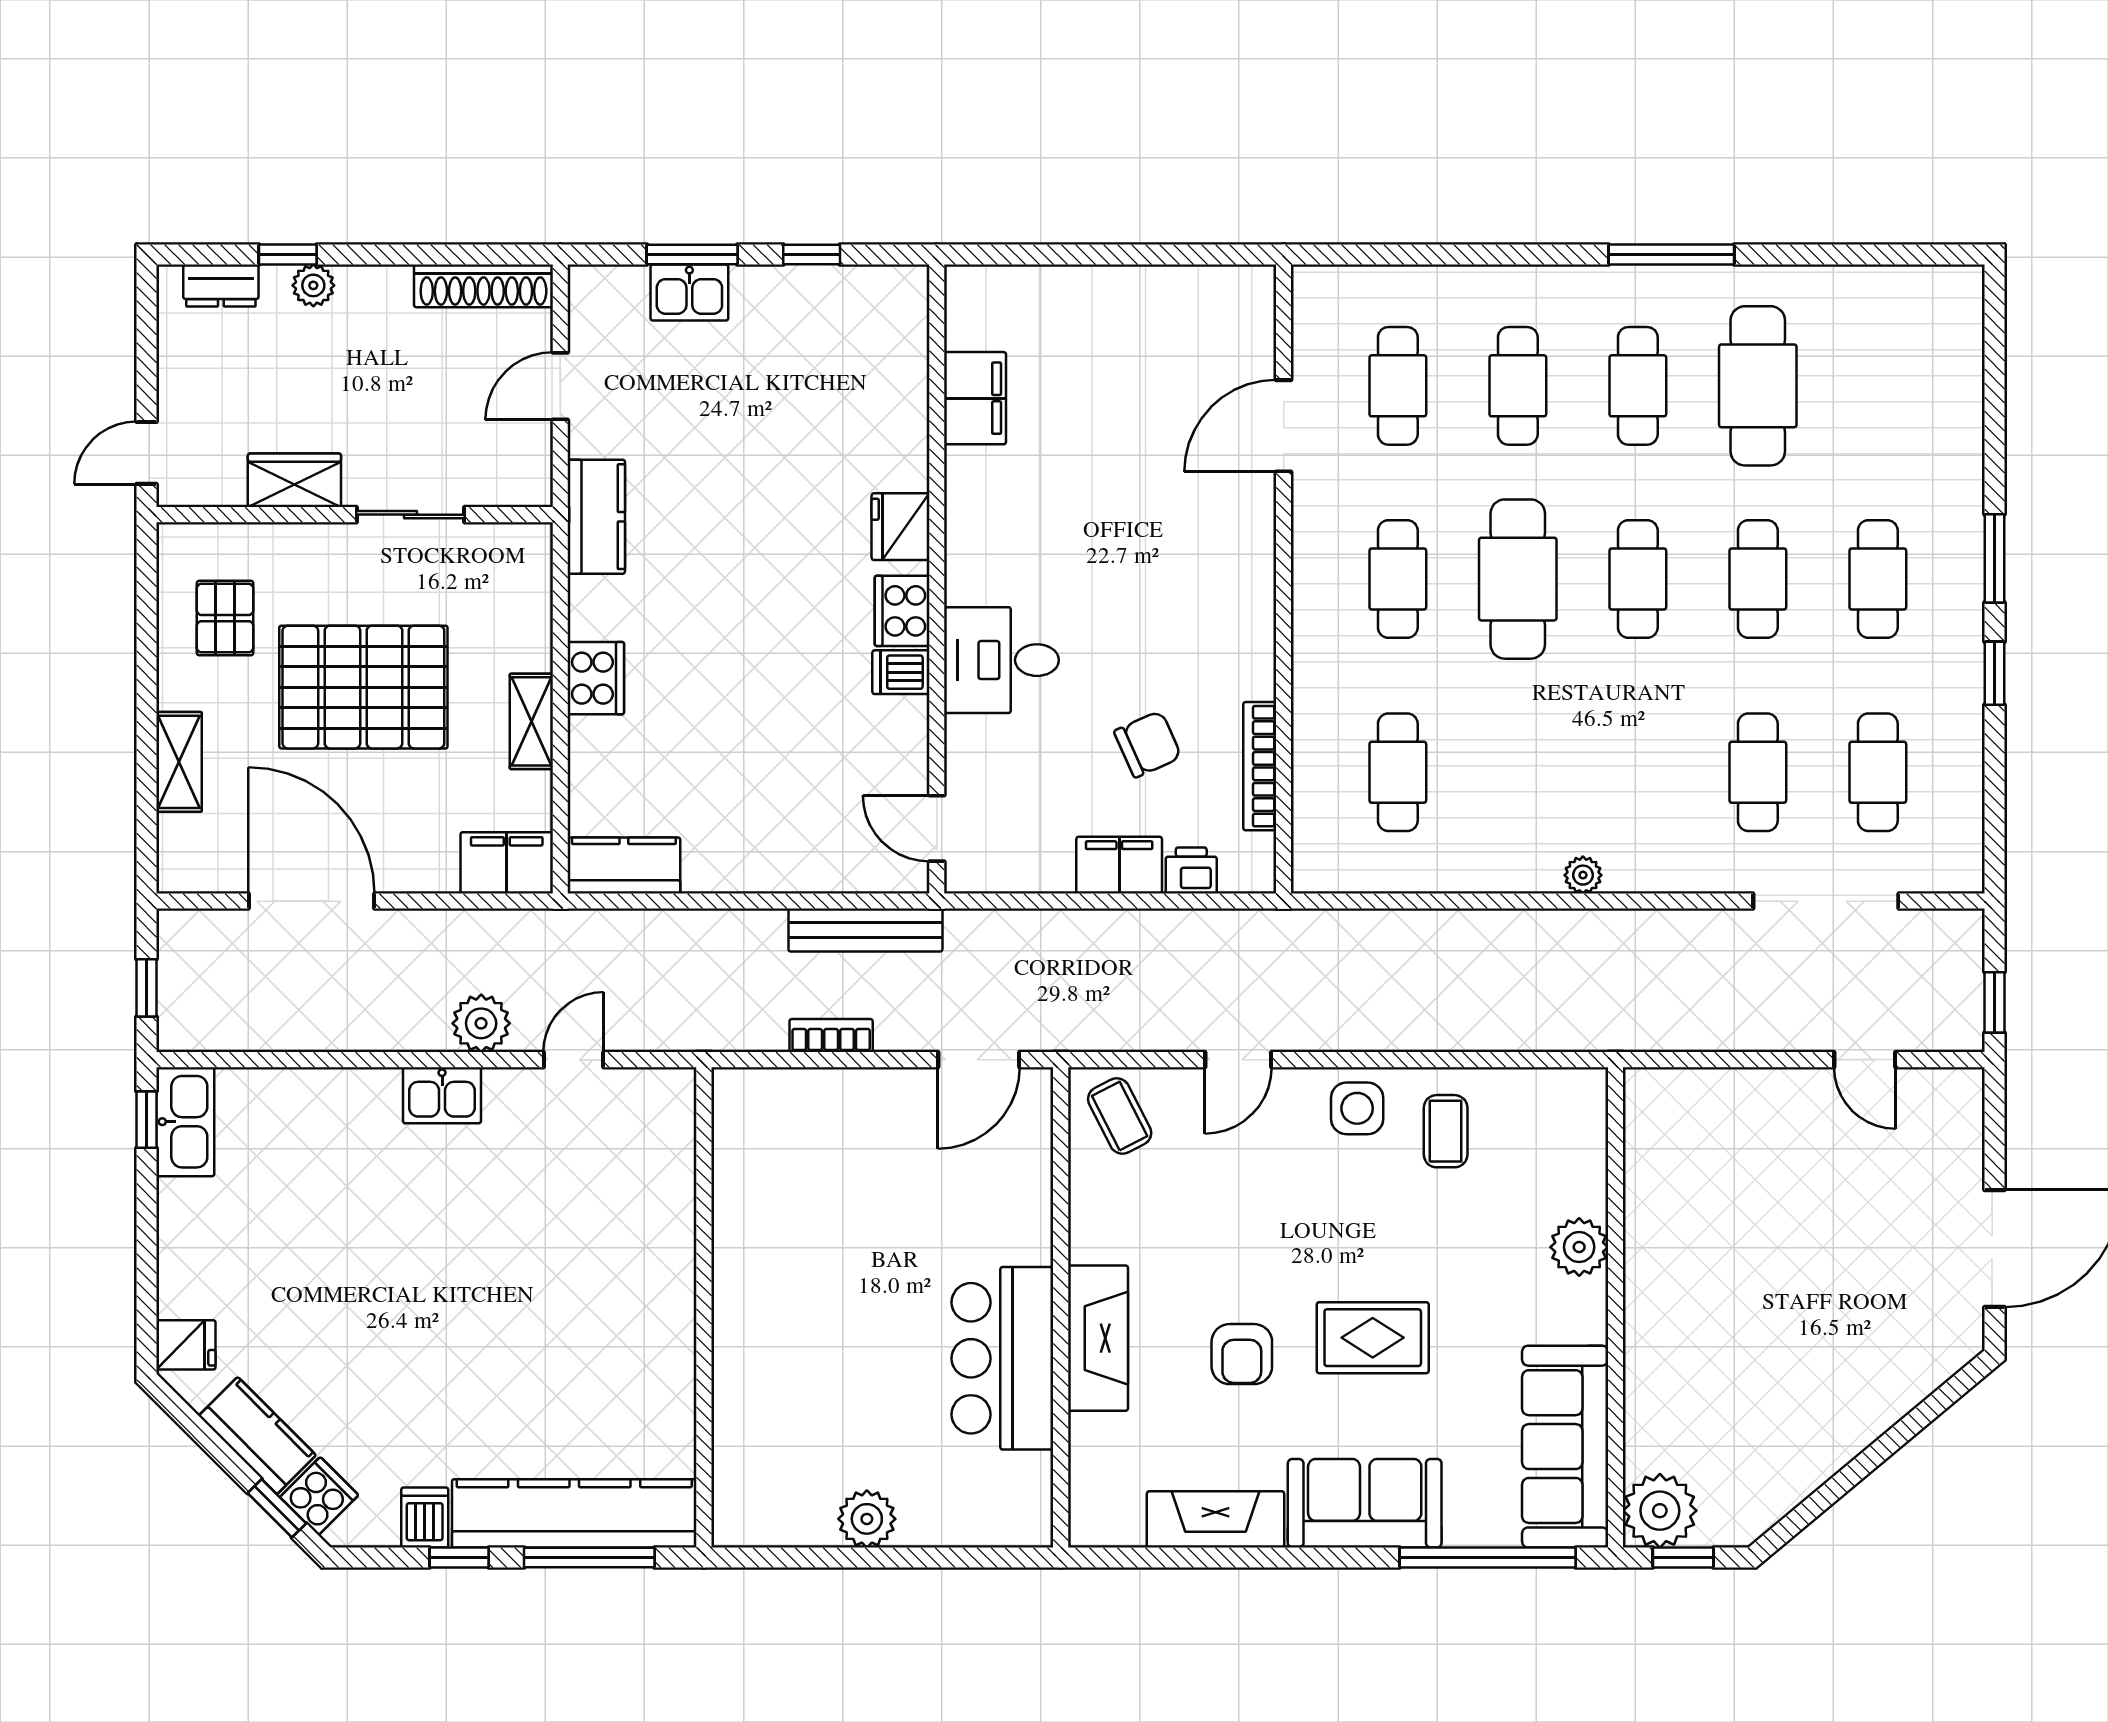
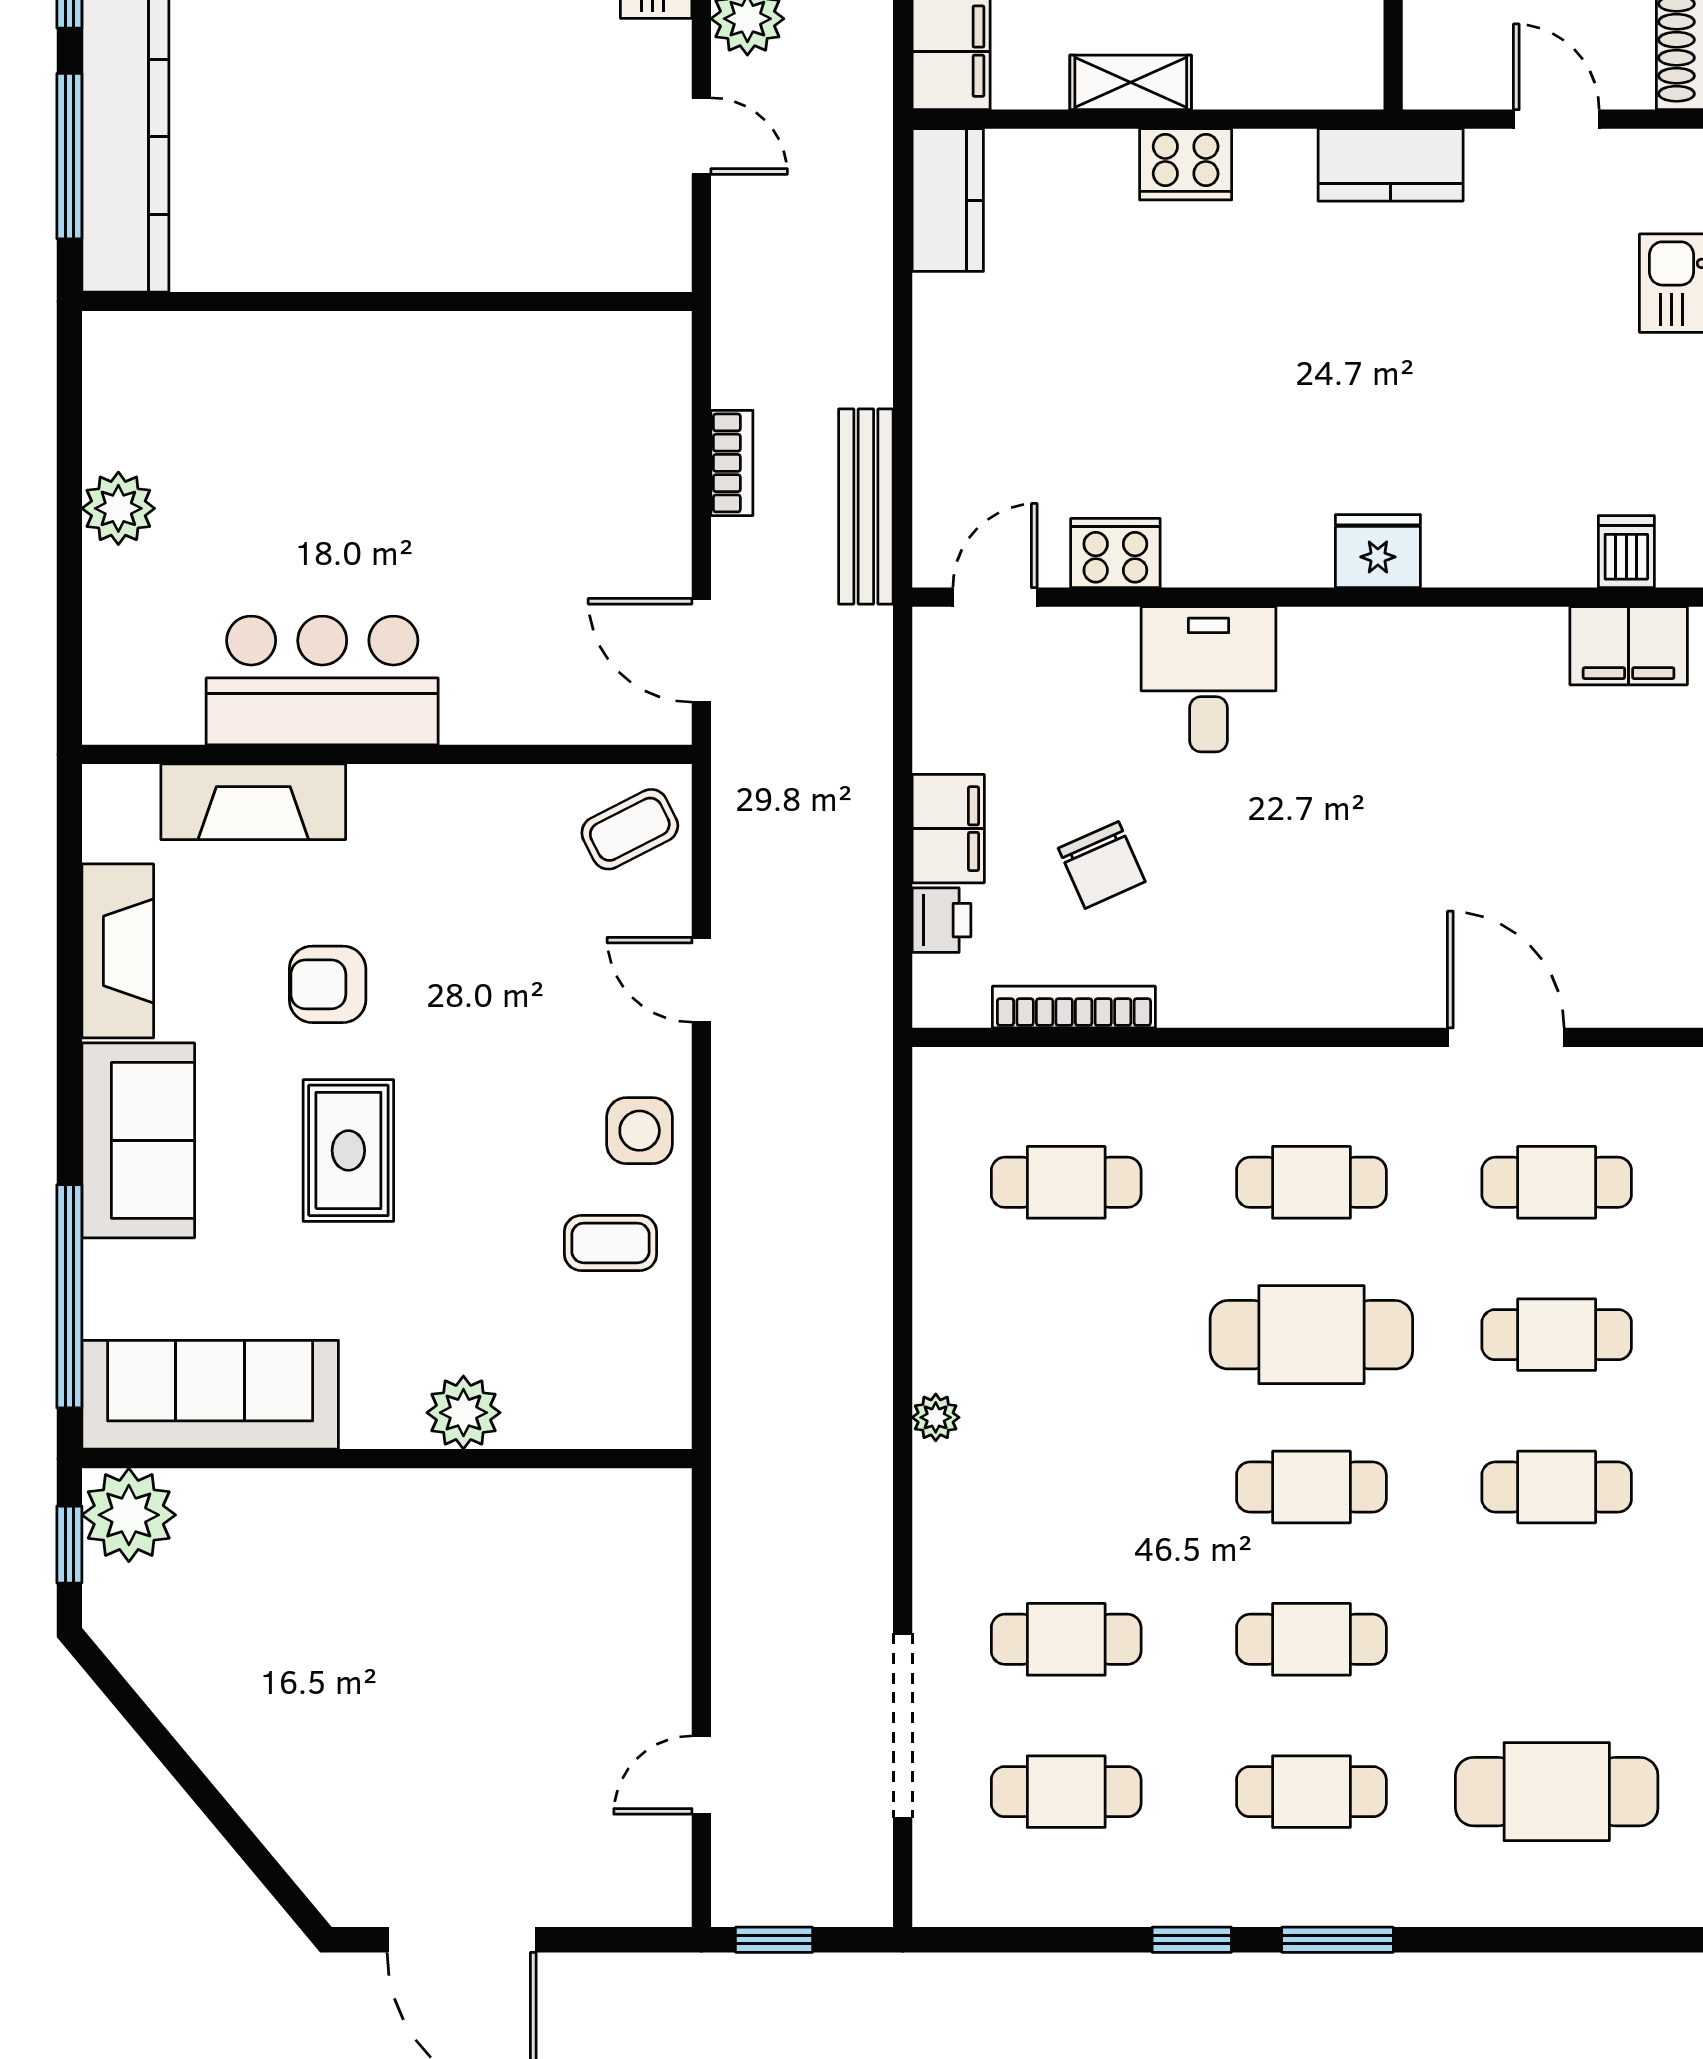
cafe table: (1758, 386) -> (1557, 1792), moved
filing cabinet: (975, 398) -> (1629, 646), moved
cooker: (902, 611) -> (1115, 553), moved
dishwasher: (901, 672) -> (1626, 552), moved
fireplace: (1098, 1338) -> (253, 802), moved

